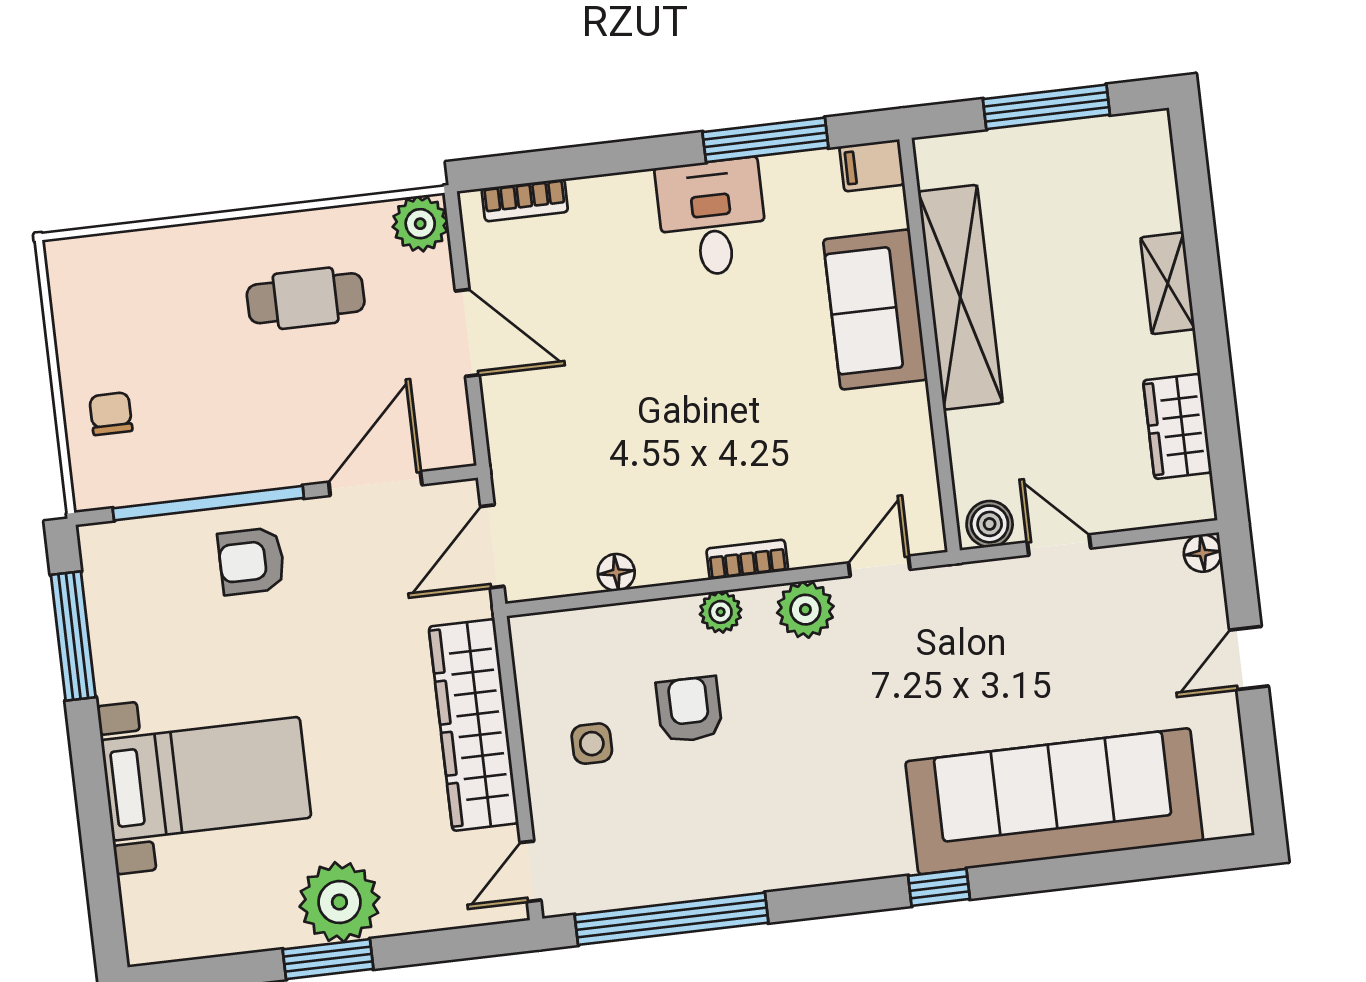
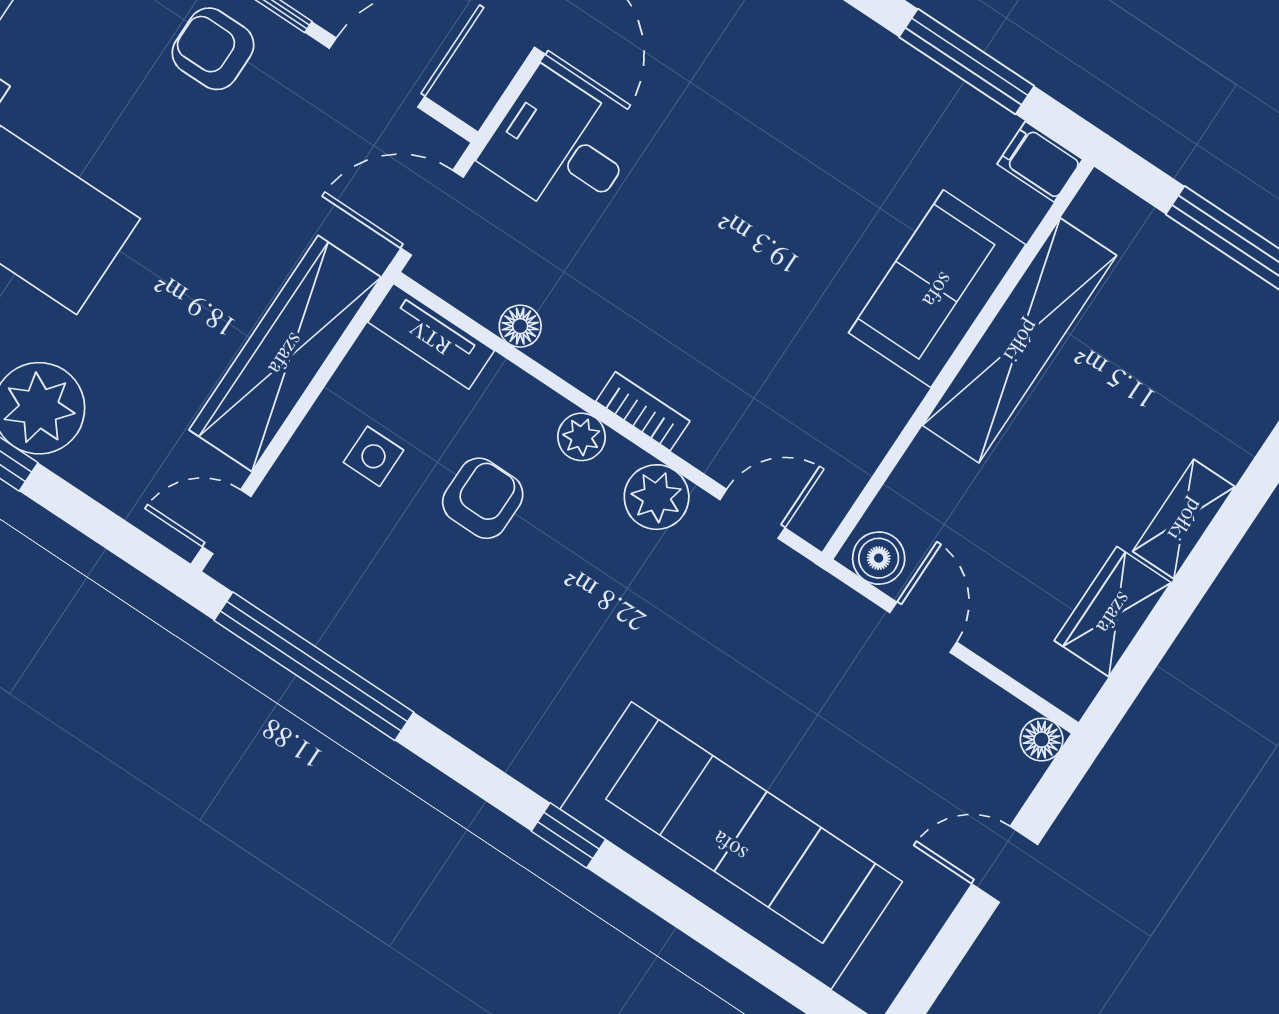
desk: (712, 218) -> (561, 147), moved, turned -90
shelving: (1168, 283) -> (1184, 519), moved
tv unit: (562, 630) -> (431, 336), added

